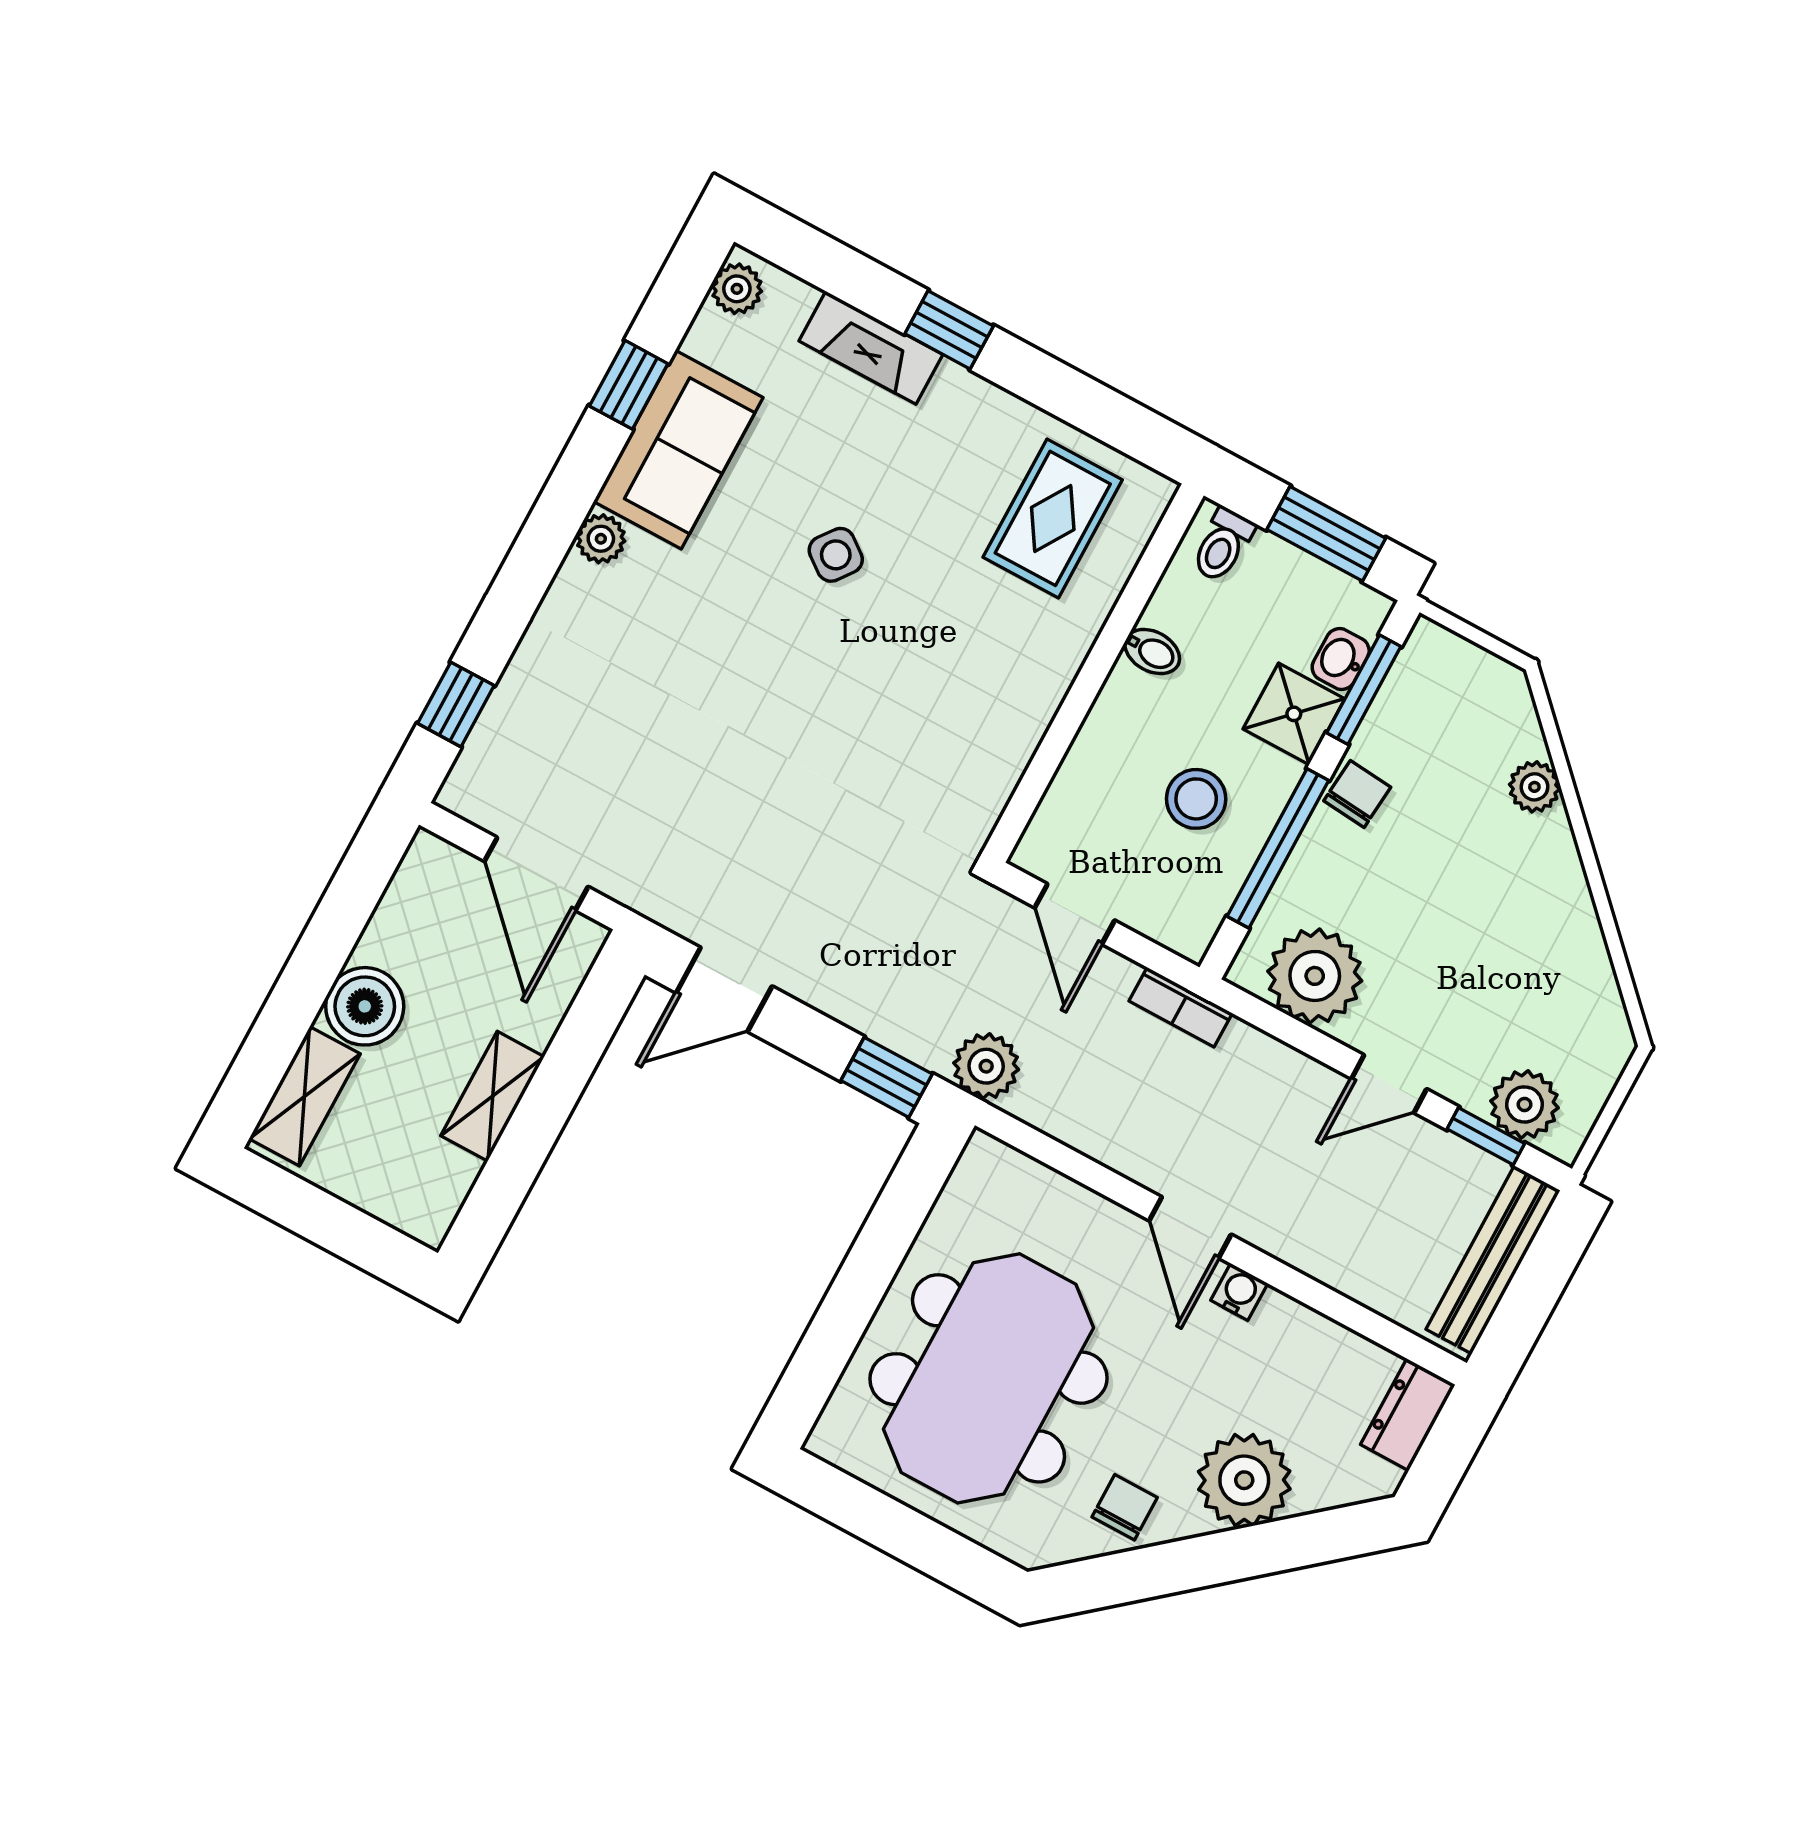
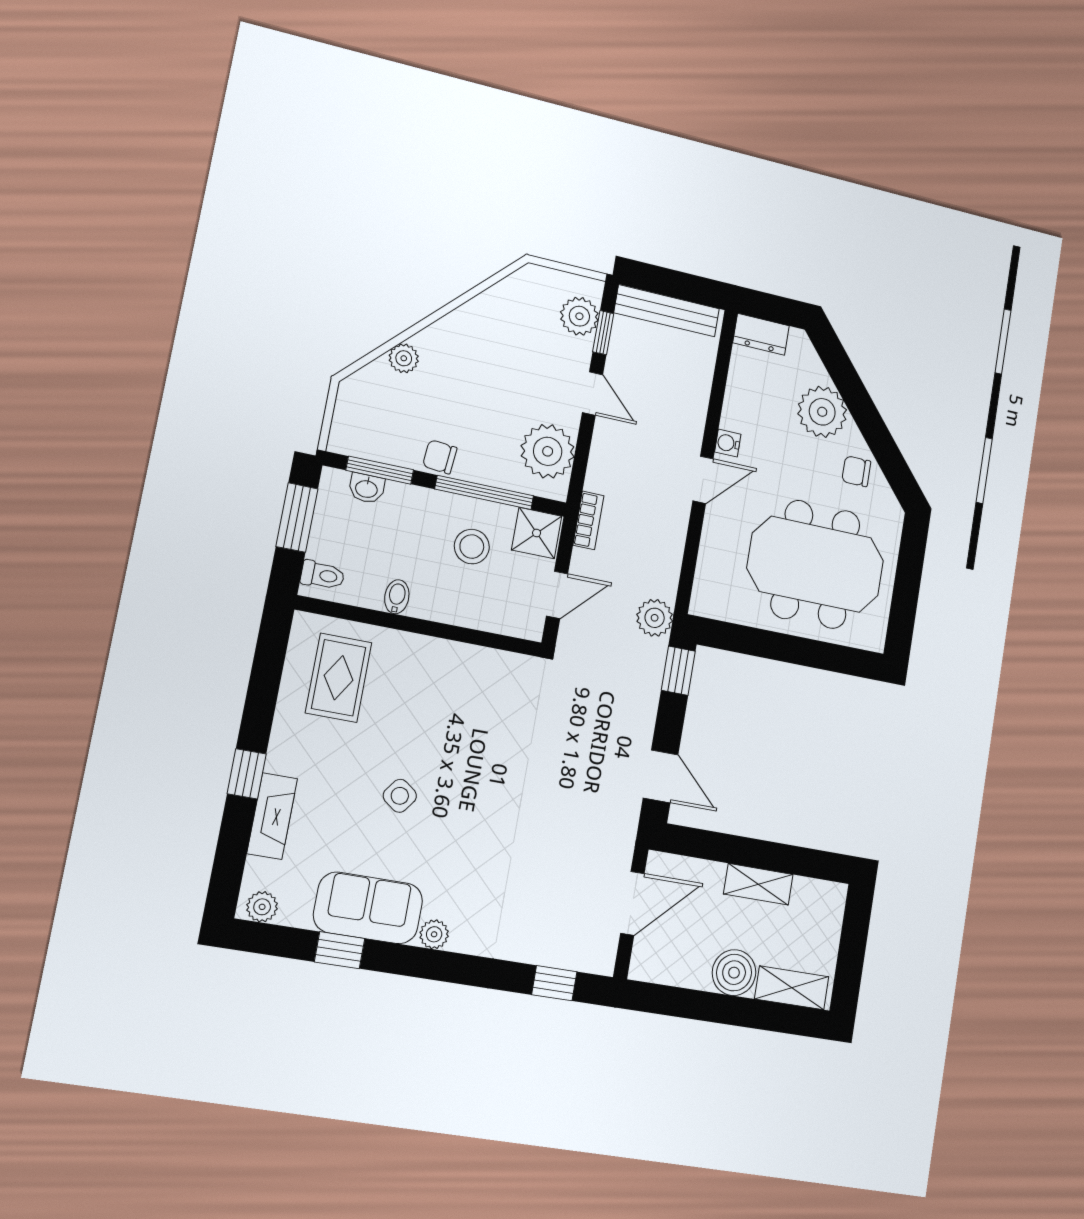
rug: (1053, 518) -> (339, 678), turned 90
shower: (1294, 714) -> (537, 533), moved

